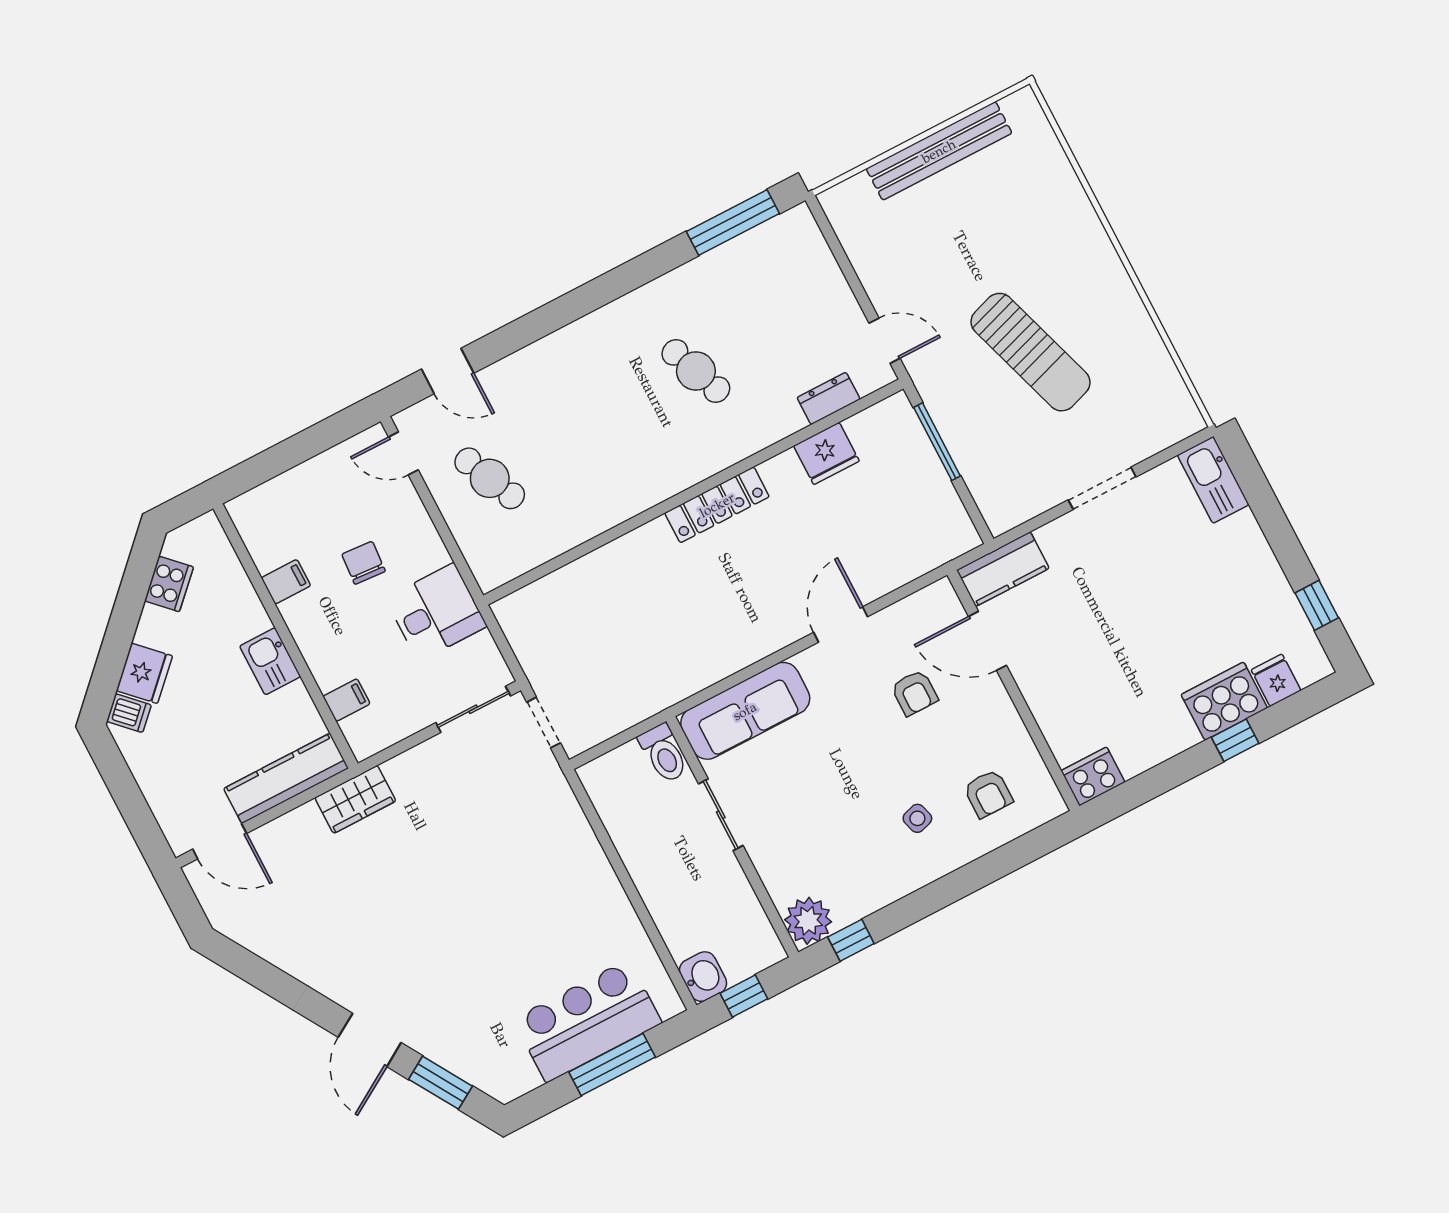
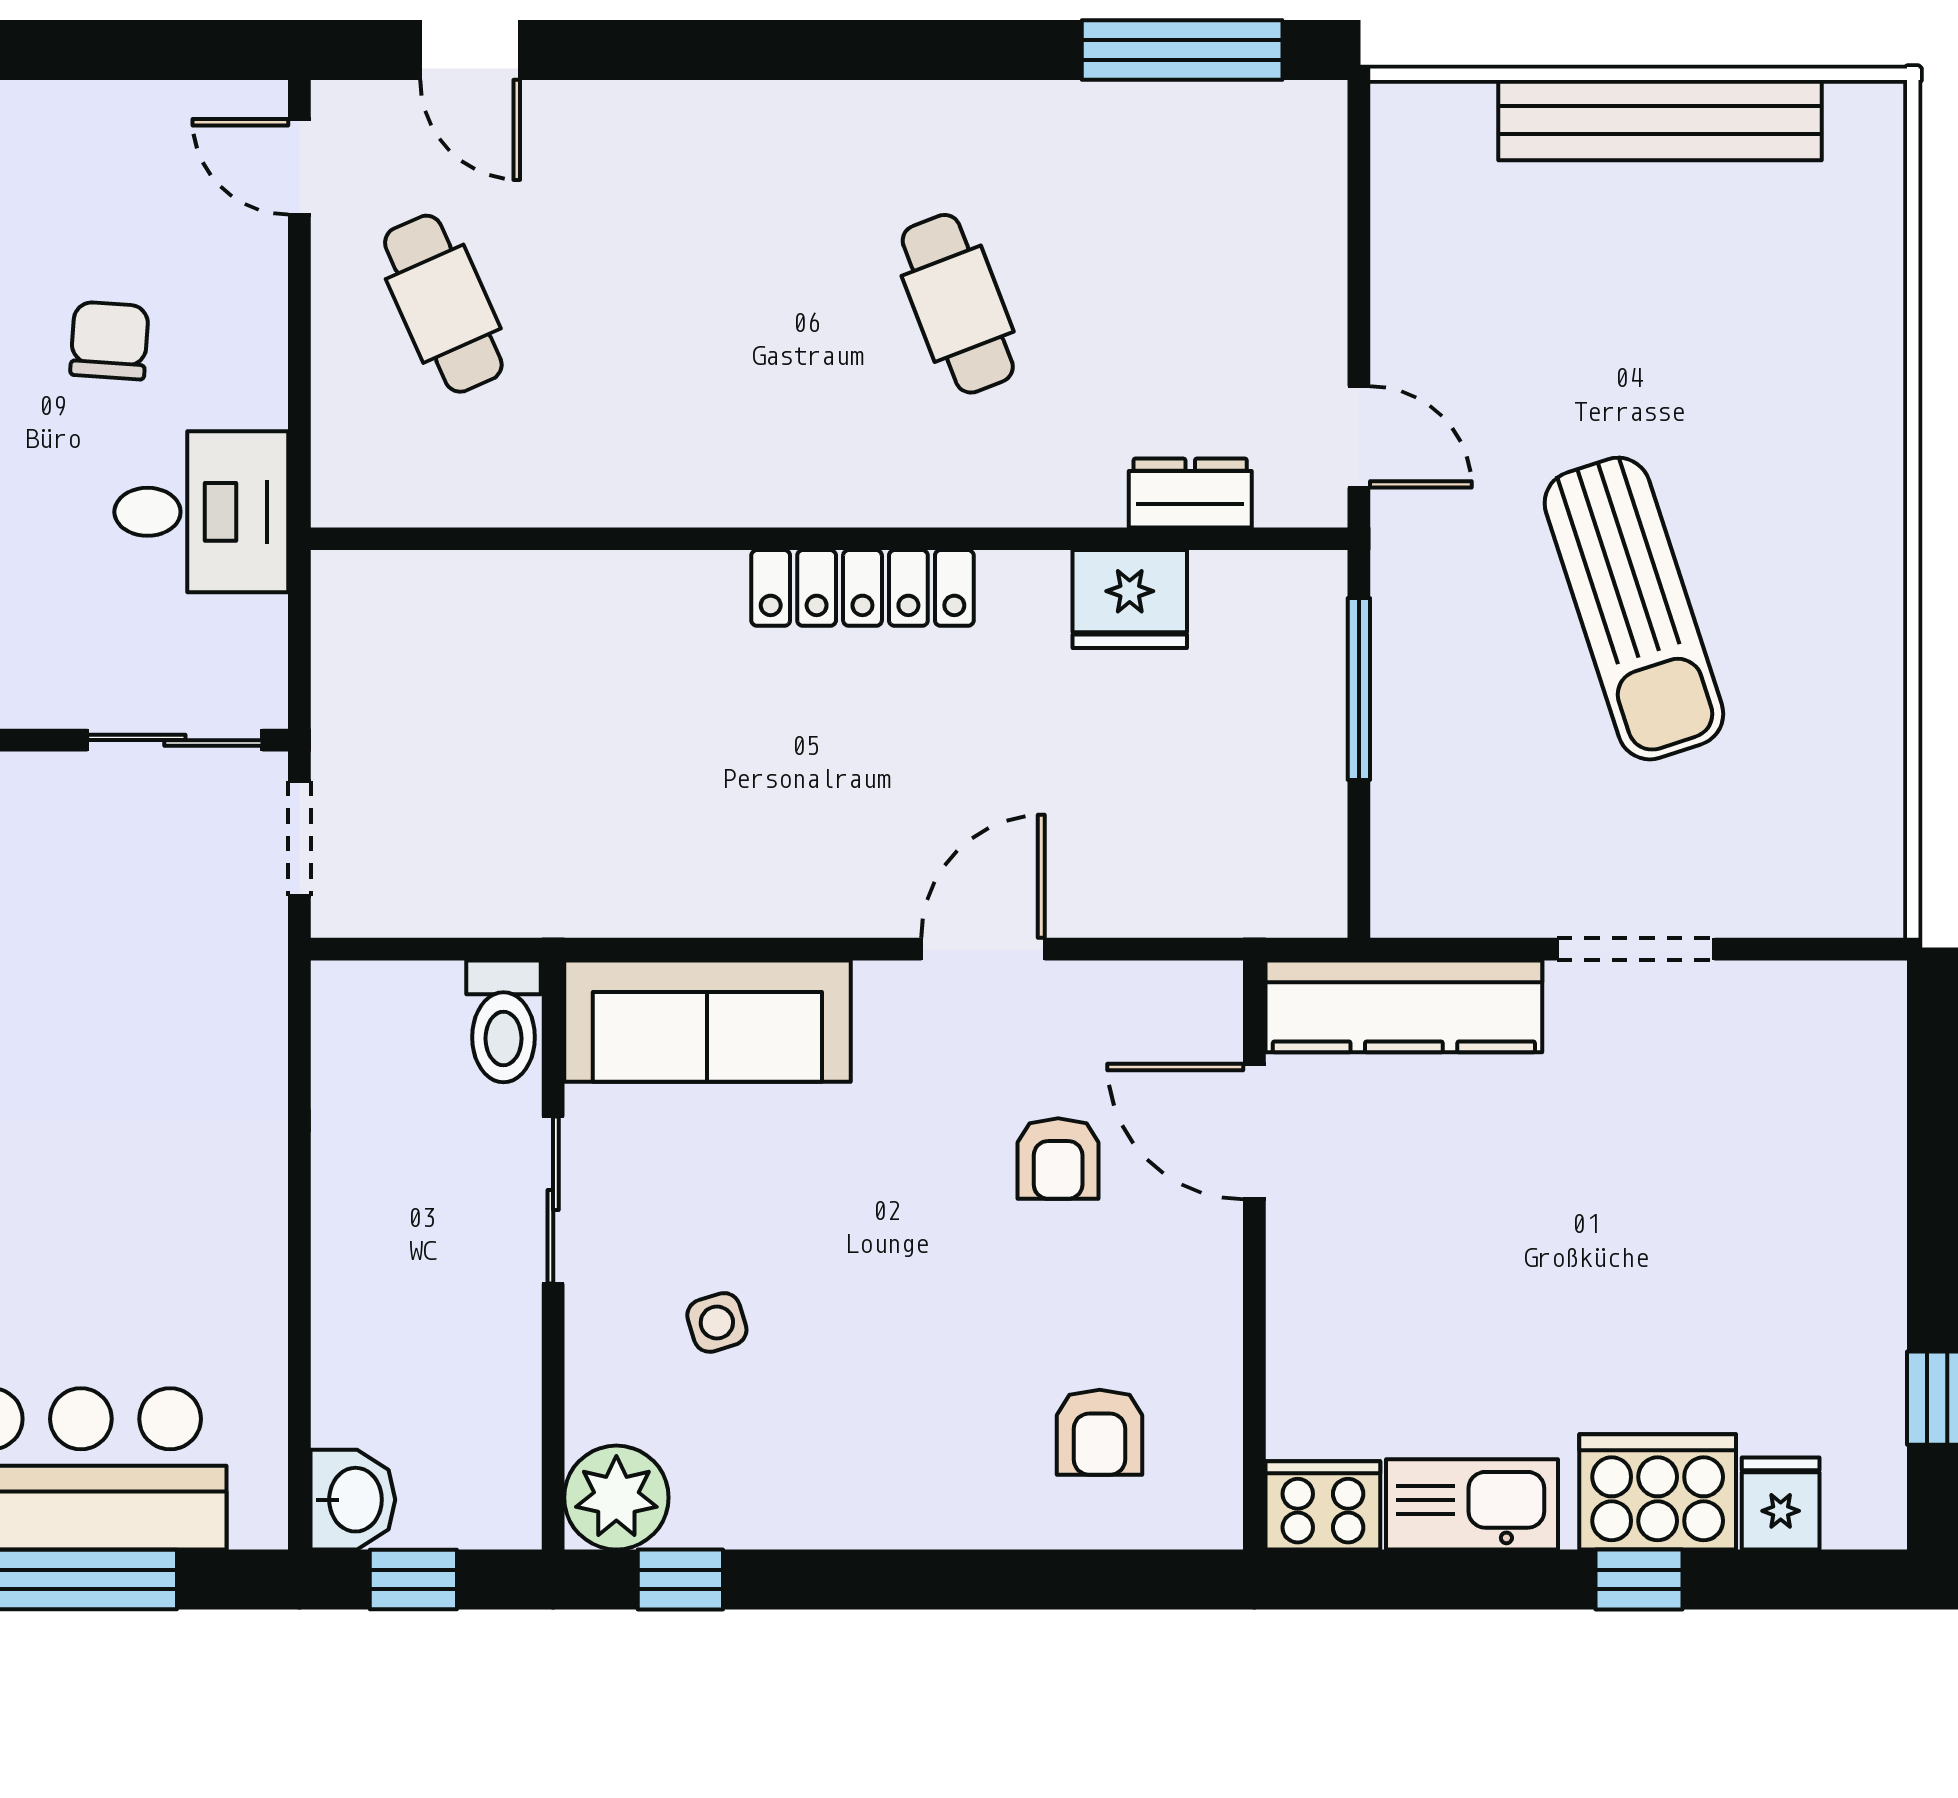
kitchen sink: (1213, 480) -> (1472, 1504), moved, turned 90
kitchen counter: (1003, 569) -> (1404, 1006), width x1.50
side table: (917, 818) -> (717, 1322), moved

